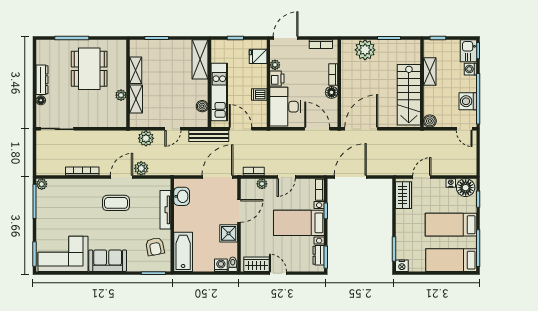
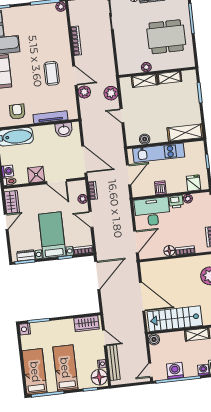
door: (361, 129) -> (142, 297), moved
bench: (209, 136) -> (113, 363), moved
door: (350, 177) -> (97, 275), hinge flipped
armchair: (155, 247) -> (17, 112), turned 101

